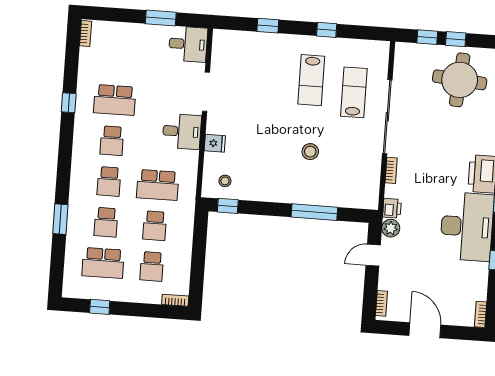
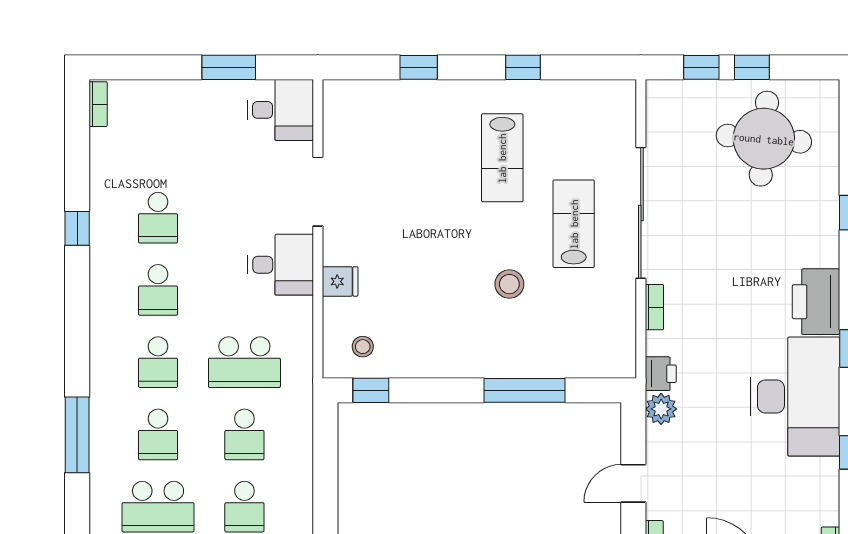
lab bench: (354, 92) -> (574, 224), moved
school desk: (115, 100) -> (158, 218), width x0.54
window: (60, 219) -> (77, 435), width x1.44
door: (373, 255) -> (633, 483), moved

